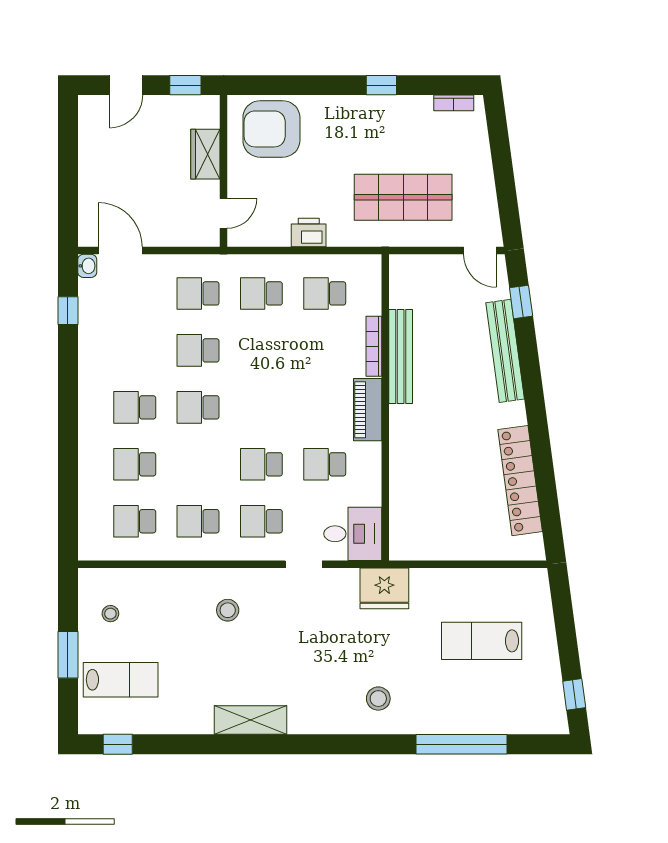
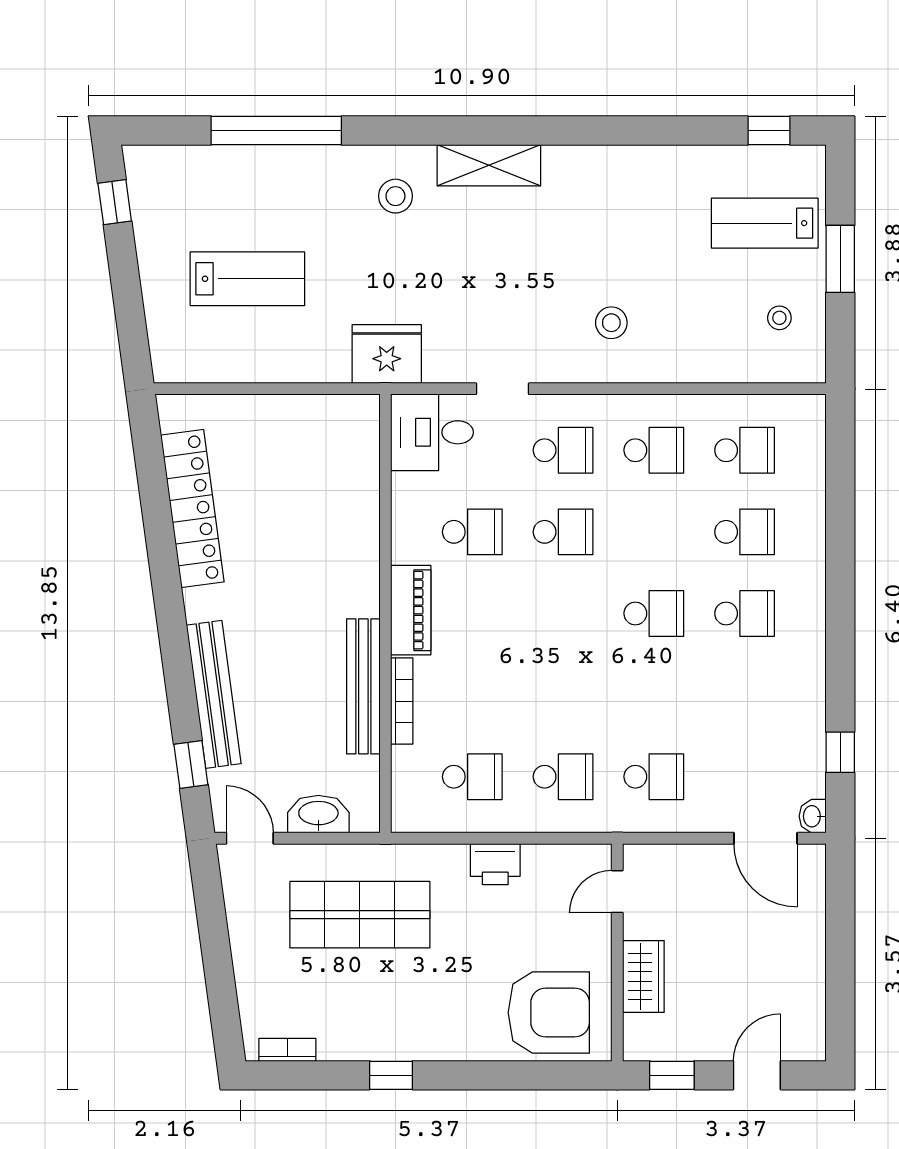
washbasin: (432, 267) -> (318, 814), added
school desk: (198, 350) -> (654, 695), removed
shelving: (251, 720) -> (489, 165), moved

